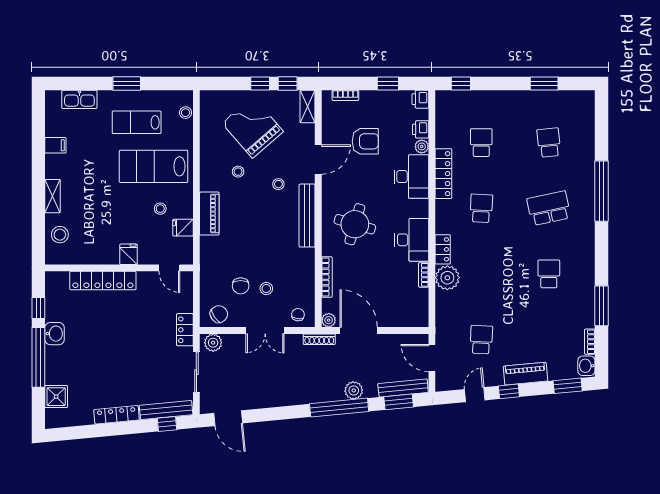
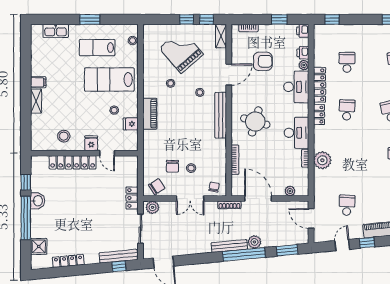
filing cabinet: (55, 145) -> (38, 82), moved
stool: (60, 235) -> (64, 136), moved
locker: (443, 249) -> (319, 115), moved
door: (169, 268) -> (107, 153), moved
plant: (329, 320) -> (290, 191), moved
bench: (403, 388) -> (229, 246), moved
locker: (116, 415) -> (68, 261), moved

